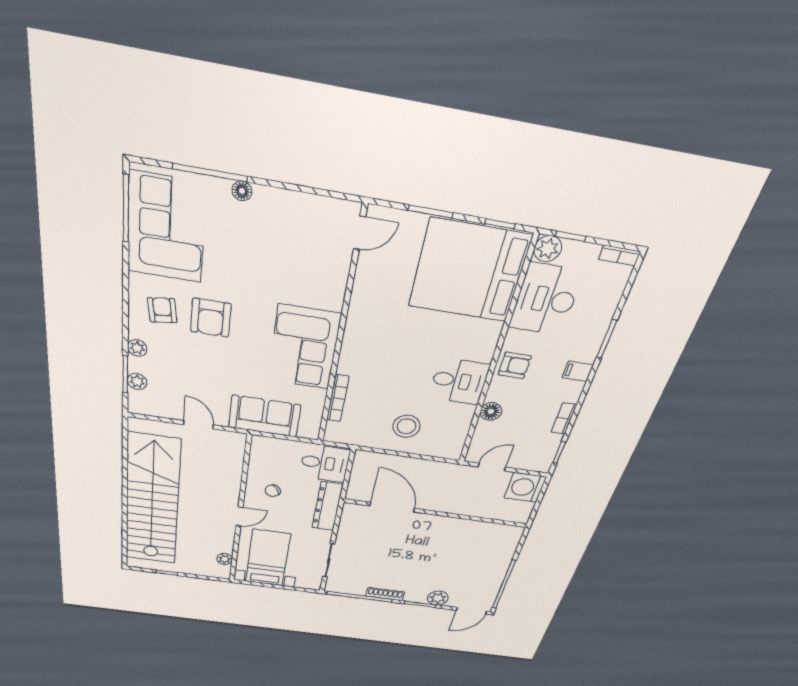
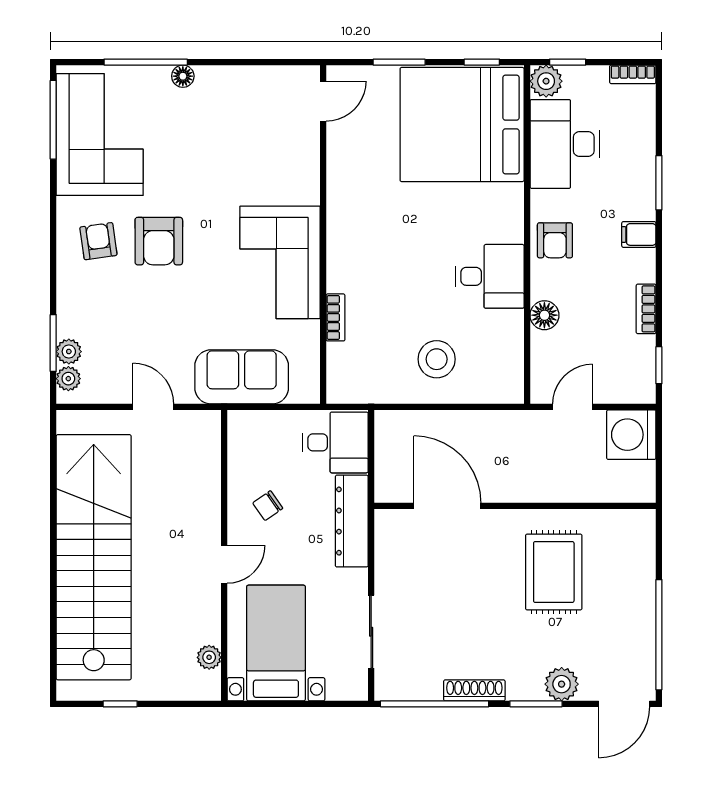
plant: (137, 348) -> (68, 379), moved
armchair: (515, 365) -> (555, 240), turned 90
bookcase: (338, 398) -> (336, 317), width x0.64
rug: (450, 548) -> (554, 572), added

